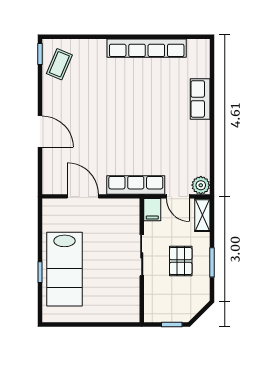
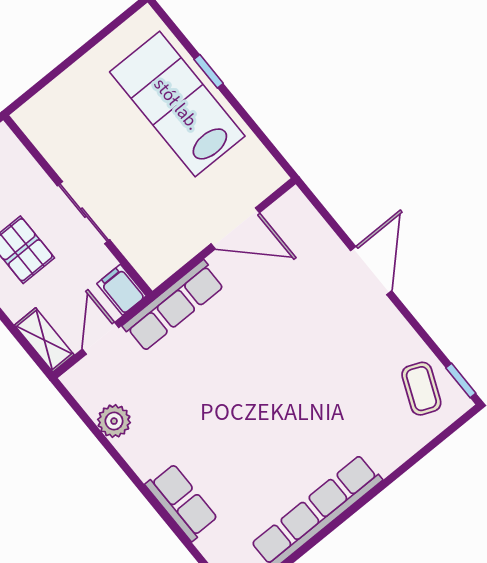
door: (40, 132) -> (371, 271), swing flipped
plant: (201, 185) -> (114, 421), moved
door: (178, 196) -> (101, 338), hinge flipped

